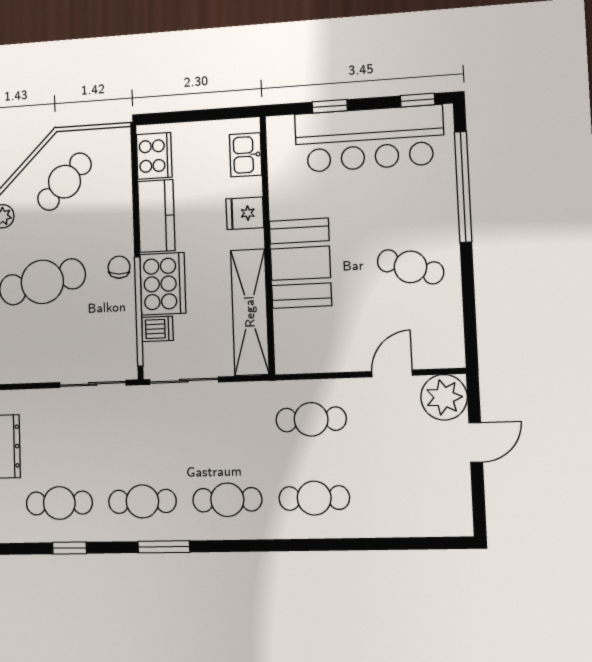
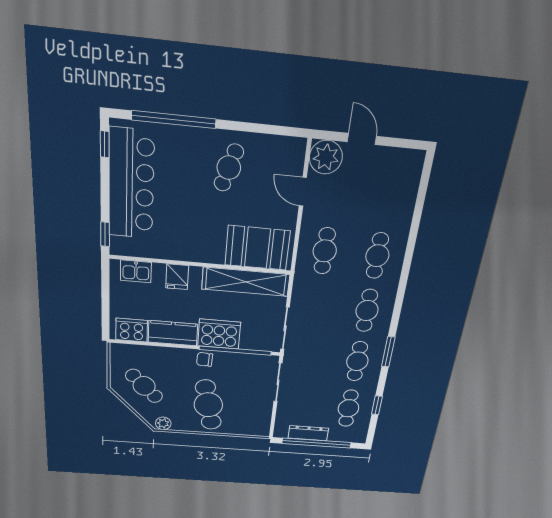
window: (330, 106) -> (105, 234), moved
booth: (300, 263) -> (257, 248), moved
dishwasher: (157, 329) -> (248, 341), removed

